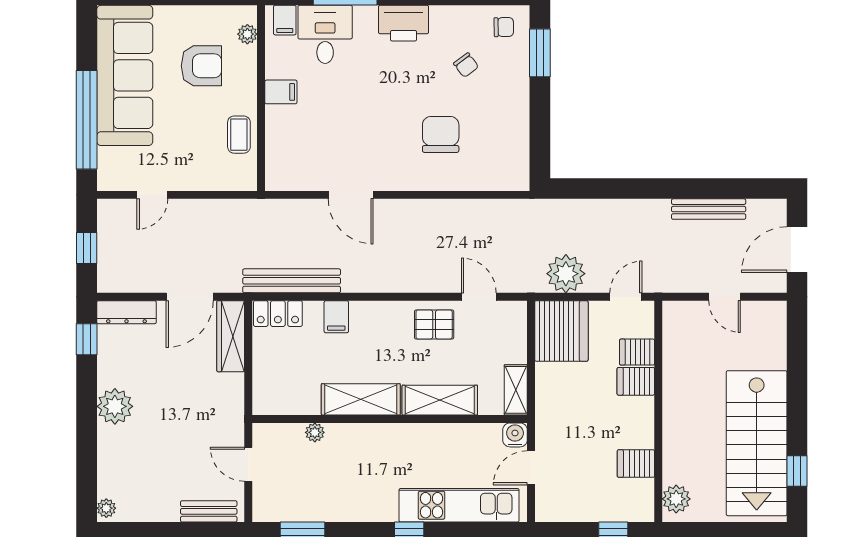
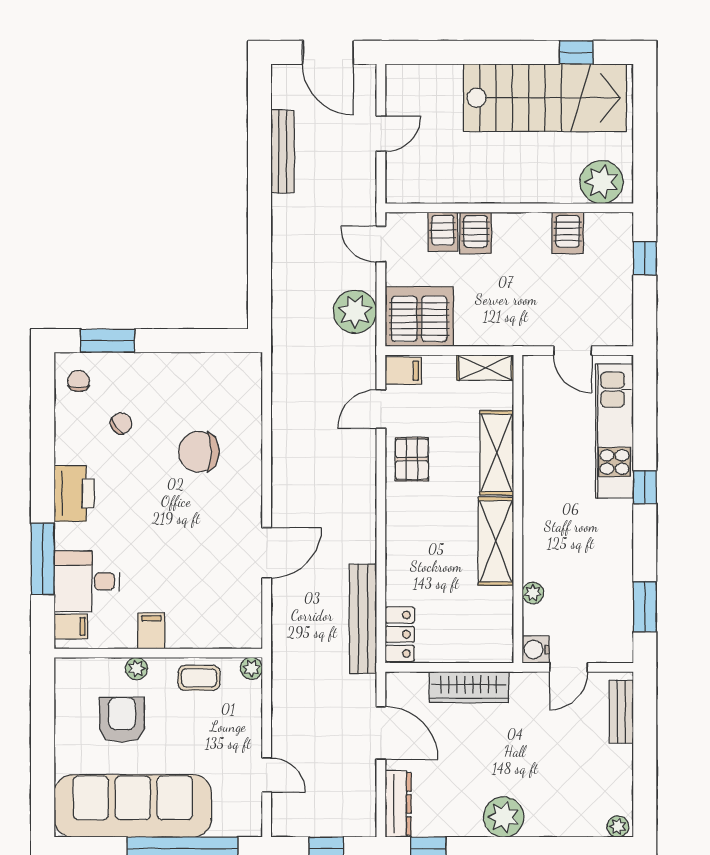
plant: (247, 34) -> (136, 668), moved
plant: (247, 181) -> (251, 668), added
filing cabinet: (336, 317) -> (403, 371), moved
wardrobe: (231, 336) -> (469, 687), moved
water cooler: (515, 435) -> (536, 649), moved
plant: (676, 499) -> (602, 182), width x1.36, depth x1.36

